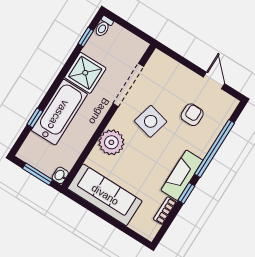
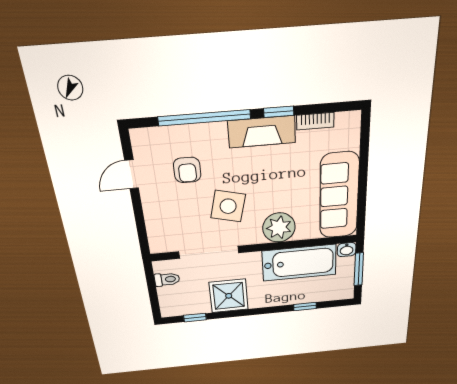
toilet: (104, 27) -> (167, 279), moved
bathtub: (59, 112) -> (299, 263), moved, turned 180
armchair: (192, 115) -> (187, 170), turned -90

